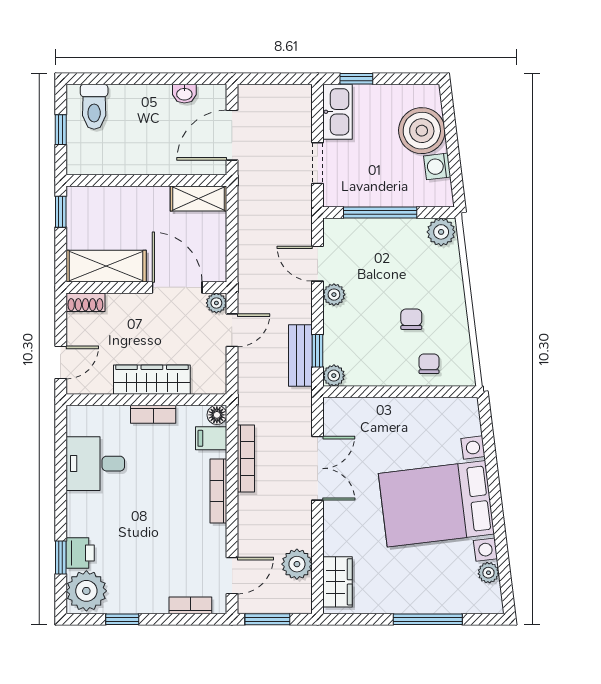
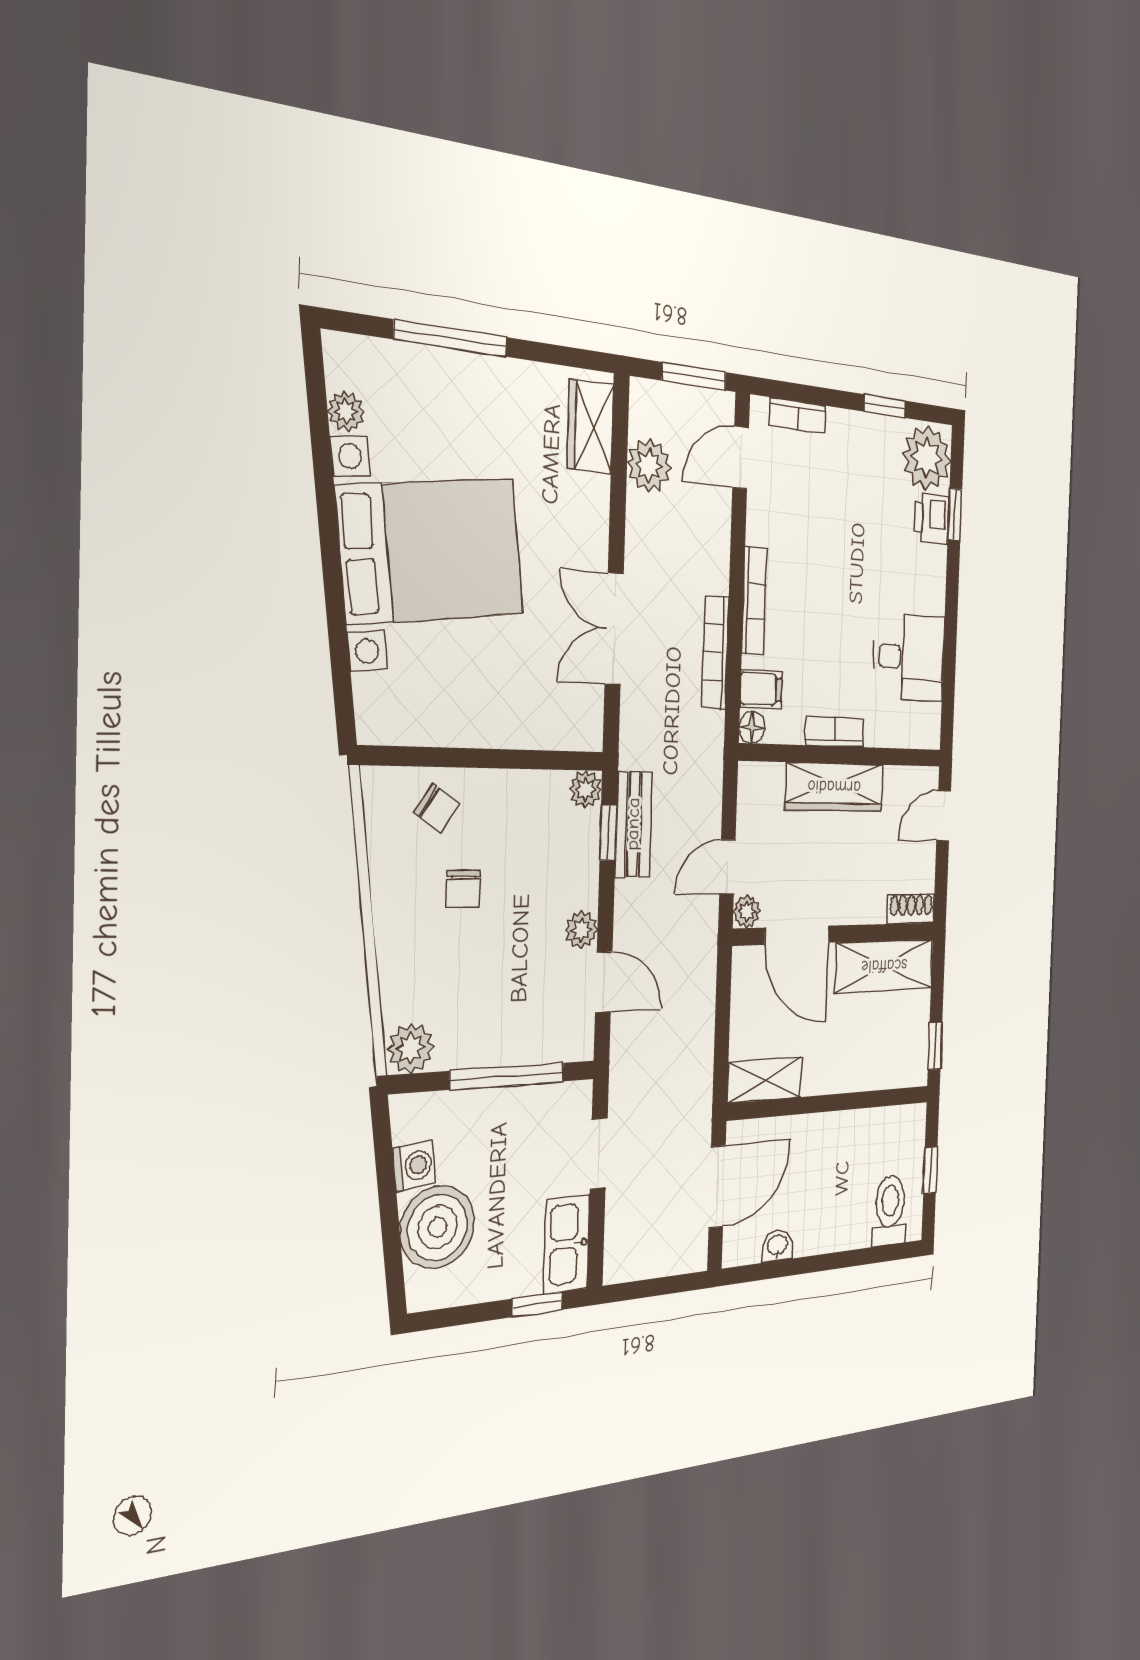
chair: (429, 364) -> (437, 808), turned -55

